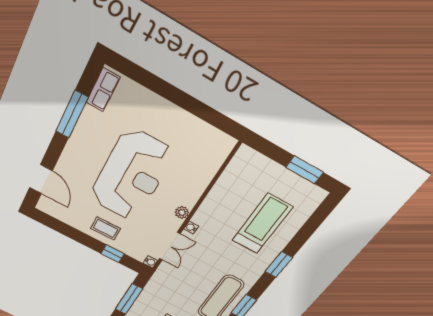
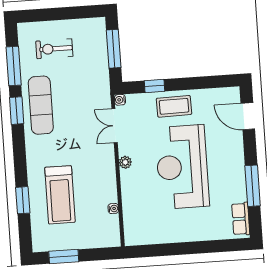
water cooler: (191, 228) -> (113, 208), moved
coffee table: (106, 229) -> (174, 106), width x1.36, depth x1.30
window: (279, 265) -> (23, 200), moved

